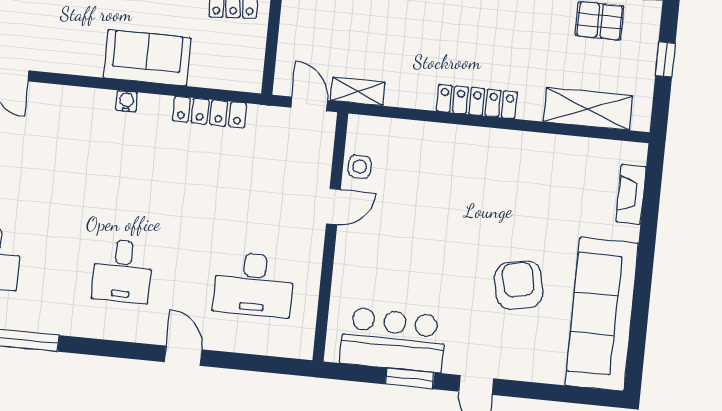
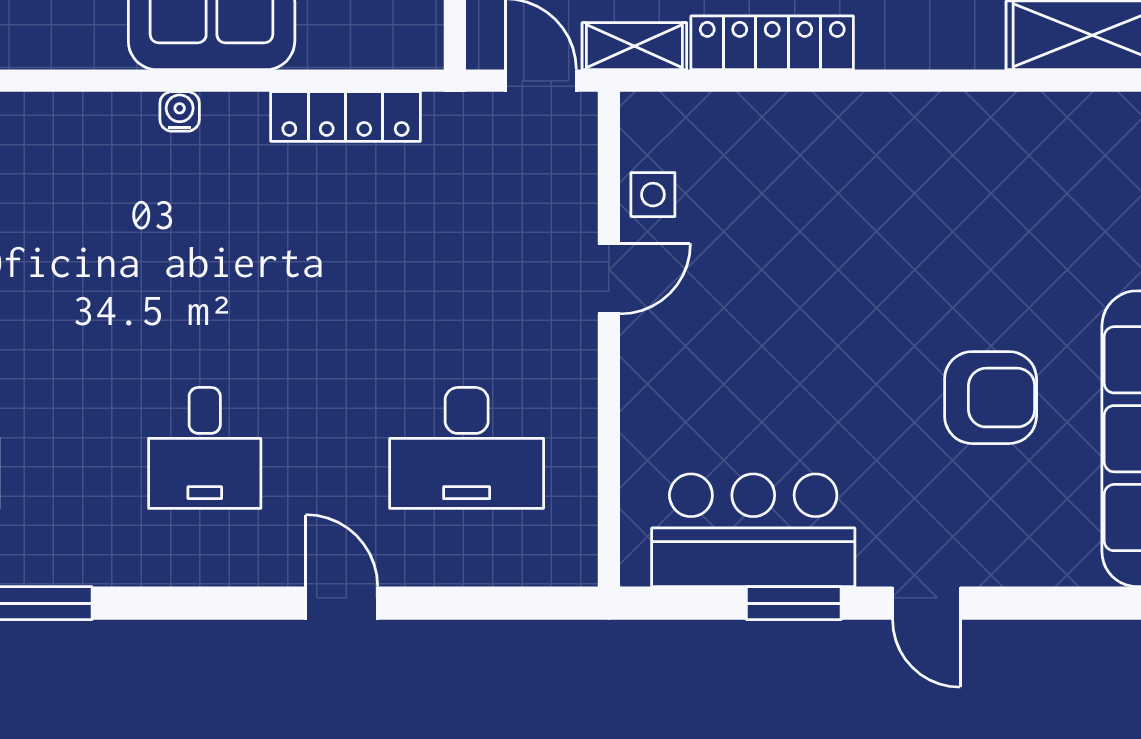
locker: (477, 102) -> (772, 43), moved
armchair: (519, 285) -> (991, 398), turned 102

